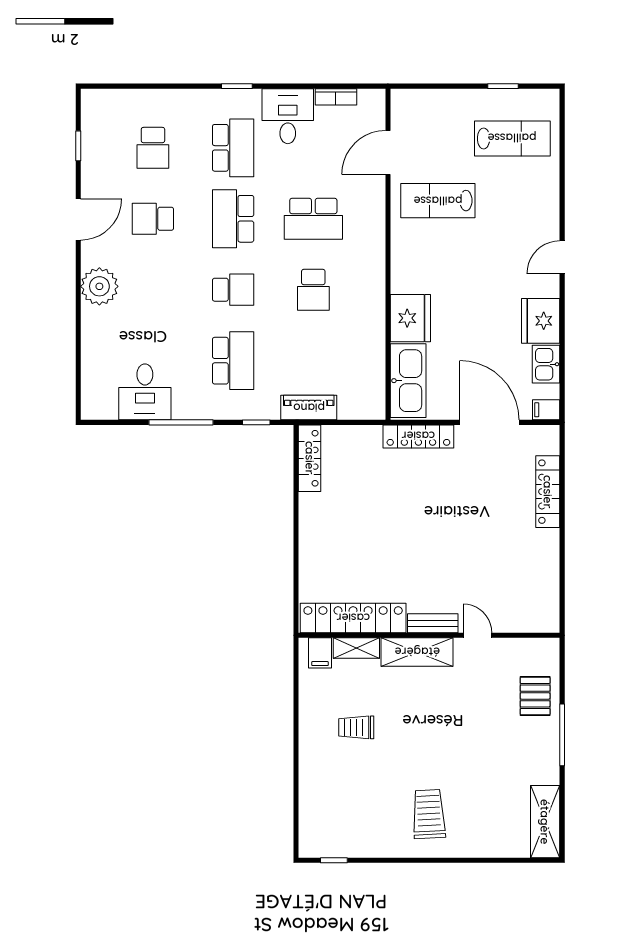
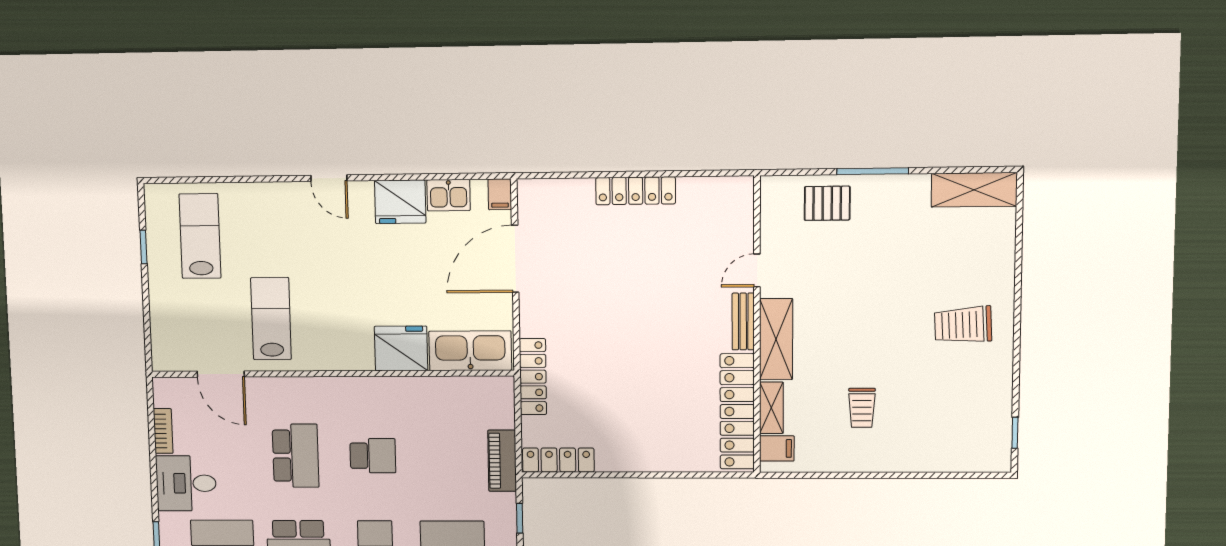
lab bench: (438, 201) -> (271, 319), turned 180
locker: (418, 436) -> (533, 377), moved
locker: (548, 492) -> (636, 191), moved

